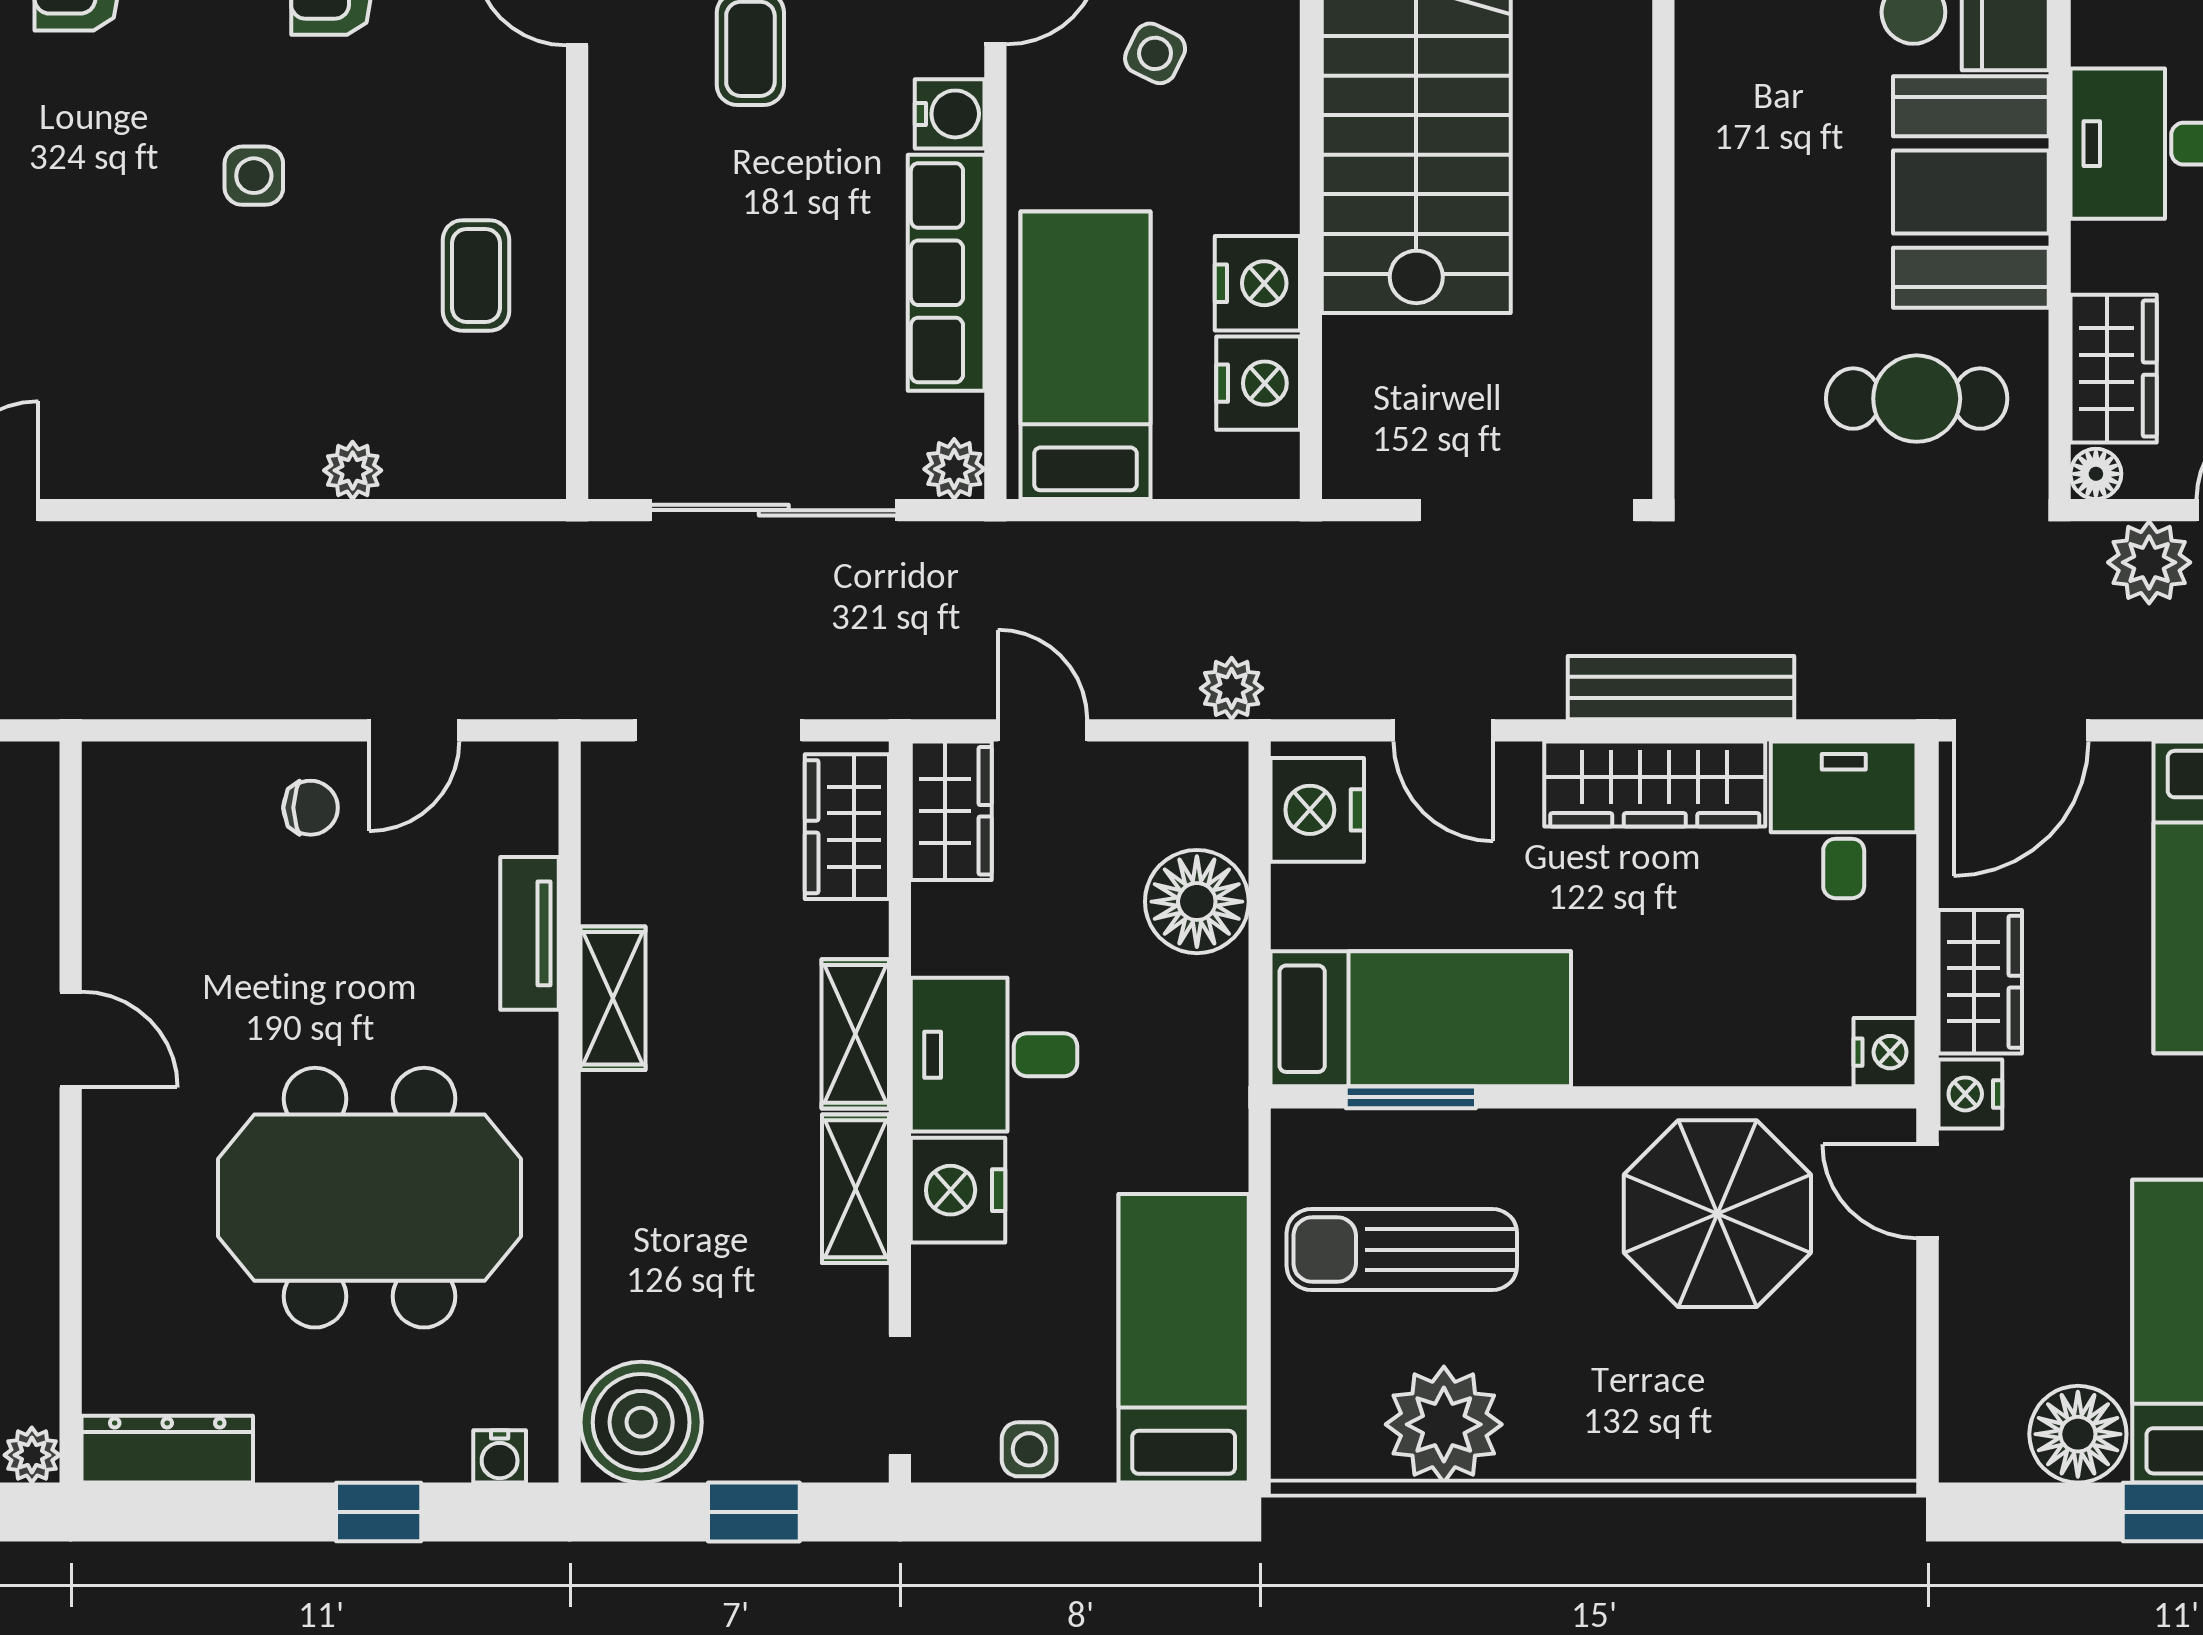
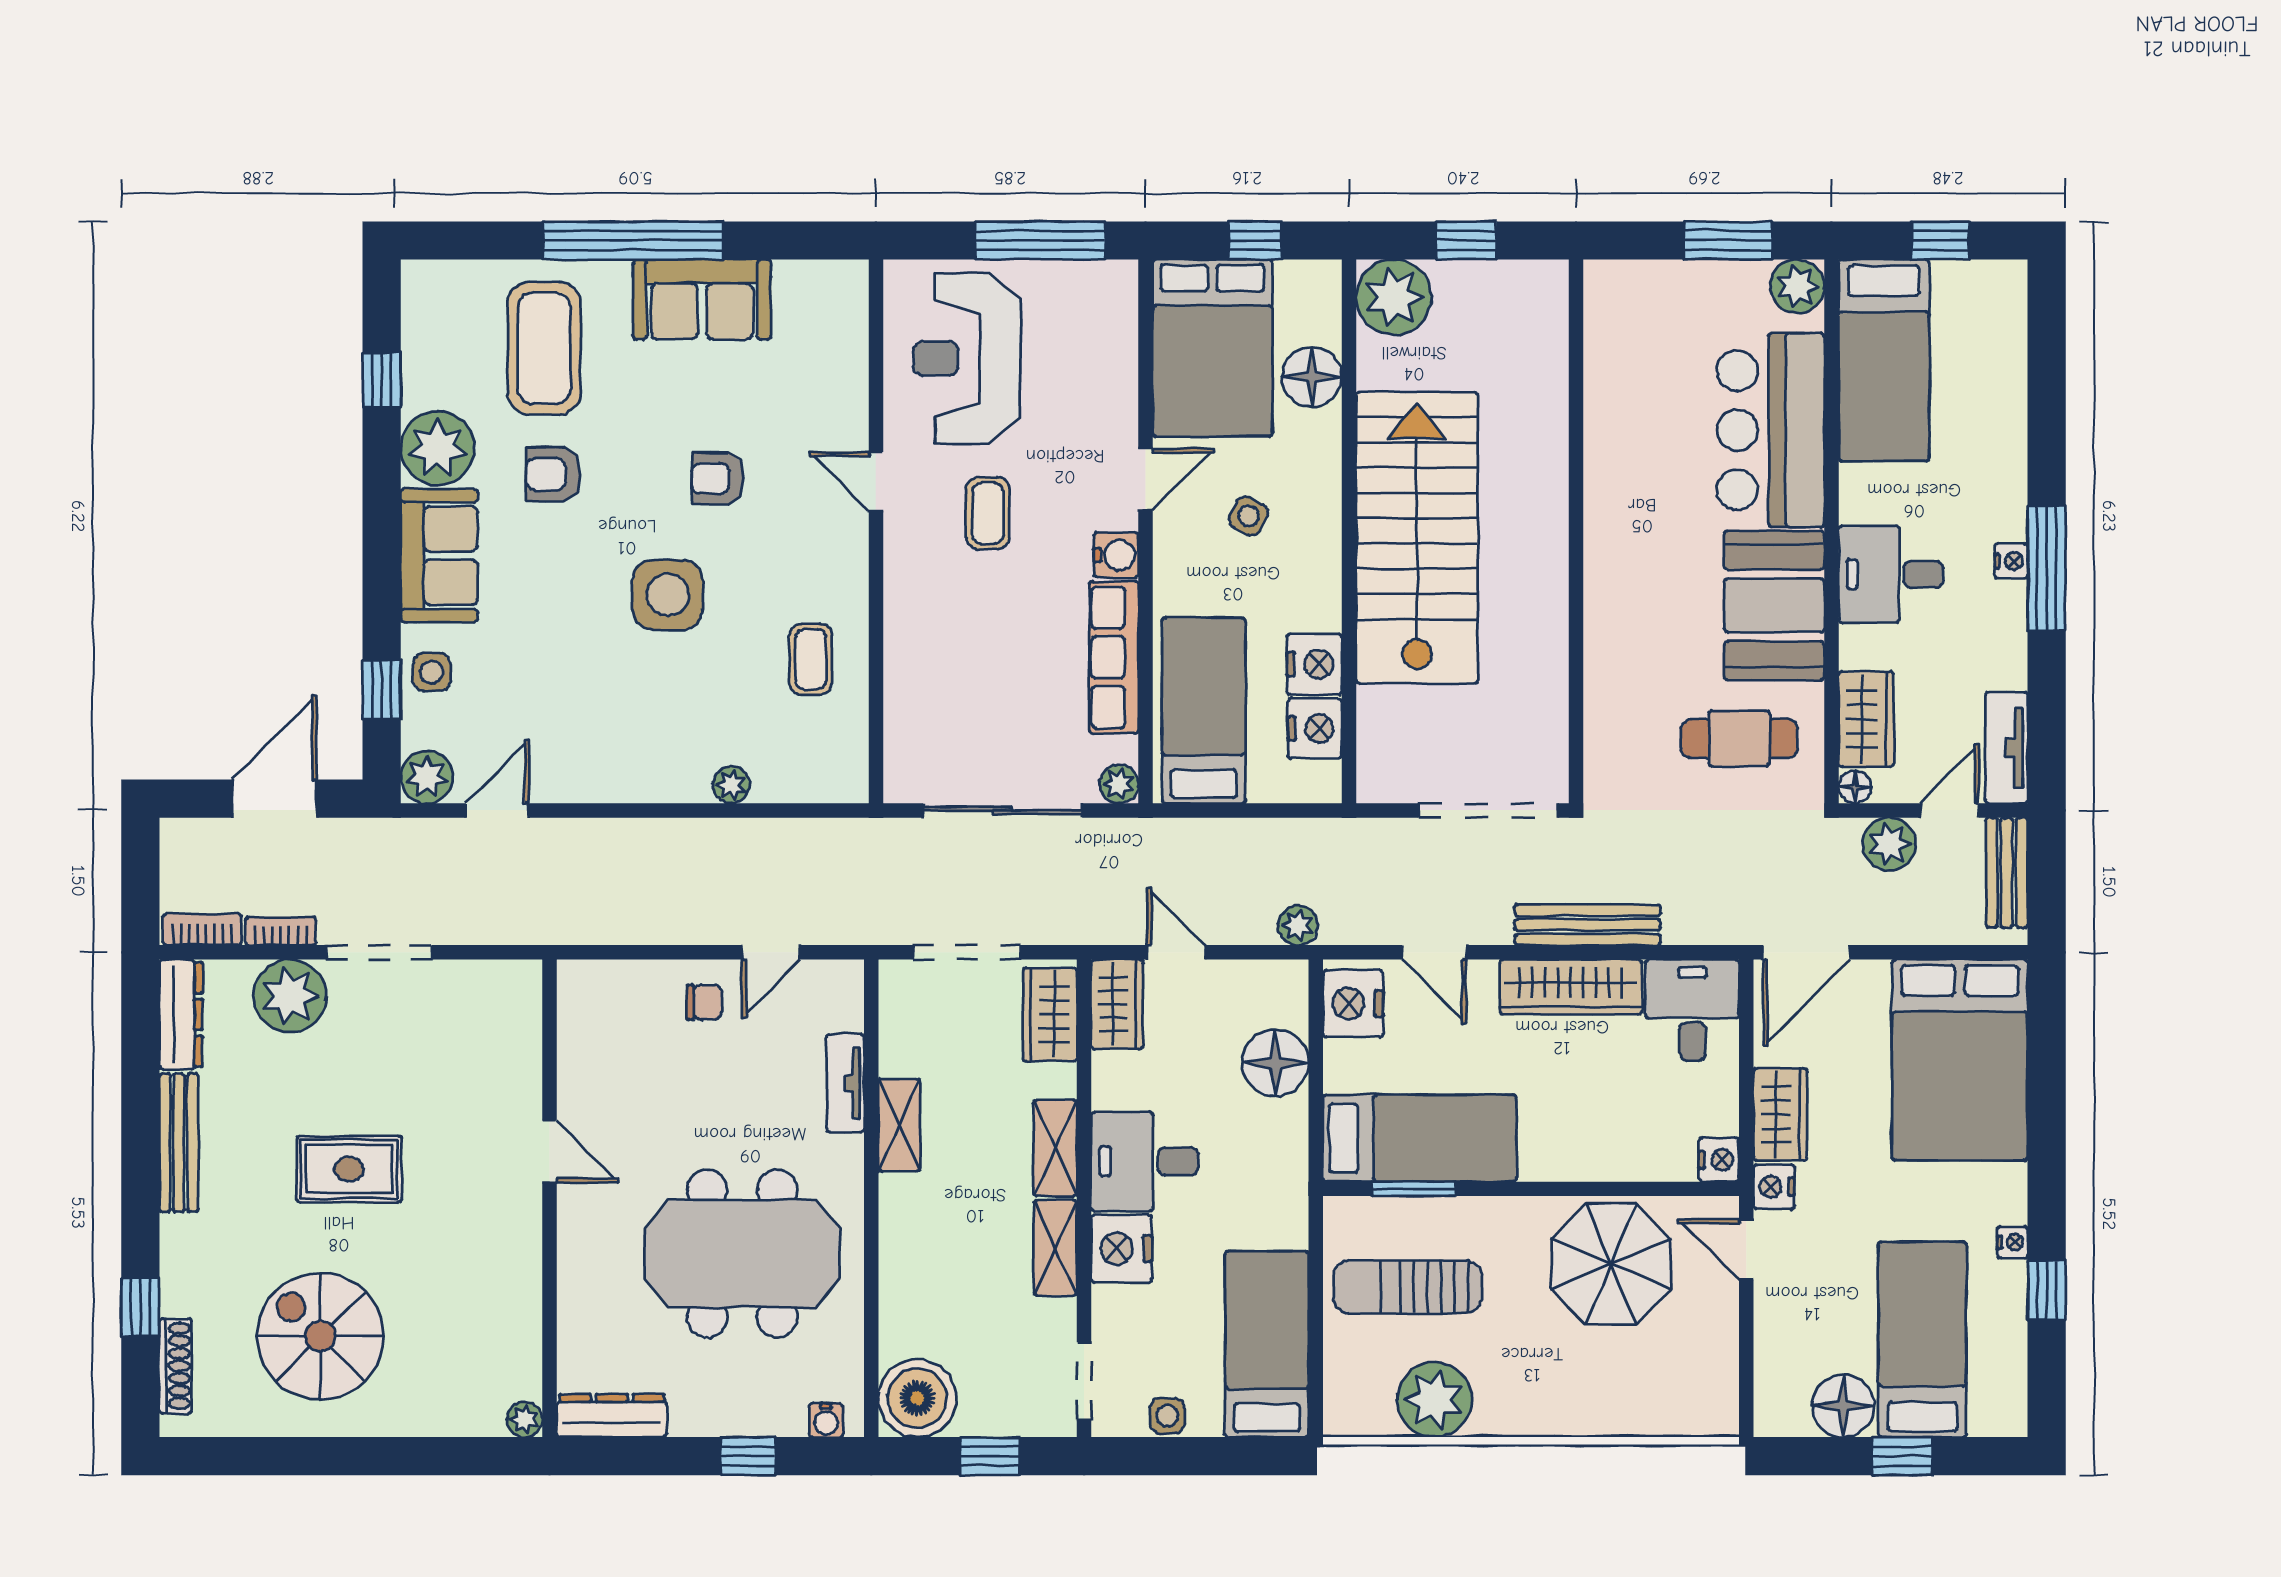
side table: (254, 176) -> (668, 595), width x1.87, depth x1.87

